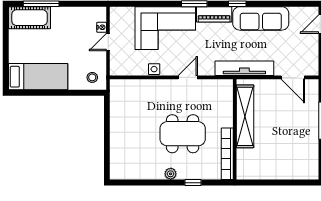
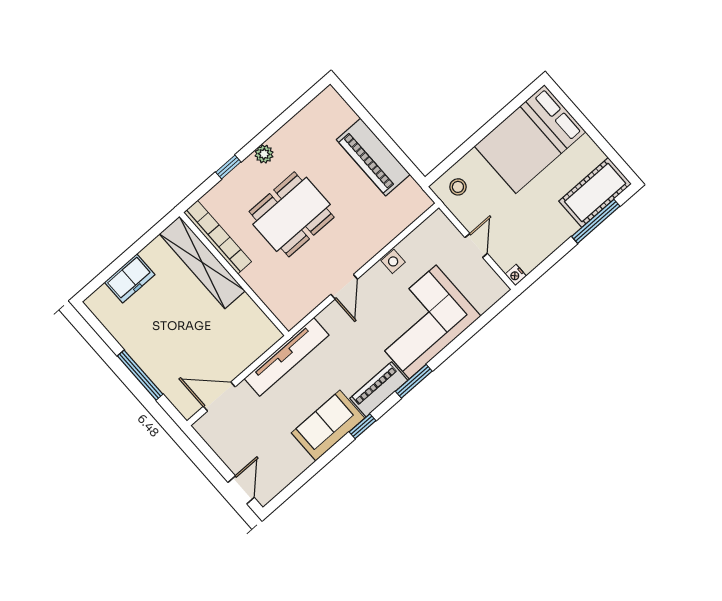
sofa: (261, 18) -> (328, 426), width x0.73
nightstand: (102, 27) -> (516, 275), moved
bed: (38, 77) -> (530, 139), width x1.50
shelving: (245, 116) -> (202, 262), moved
piano: (120, 127) -> (373, 157), added
freezer: (286, 171) -> (130, 278), added

